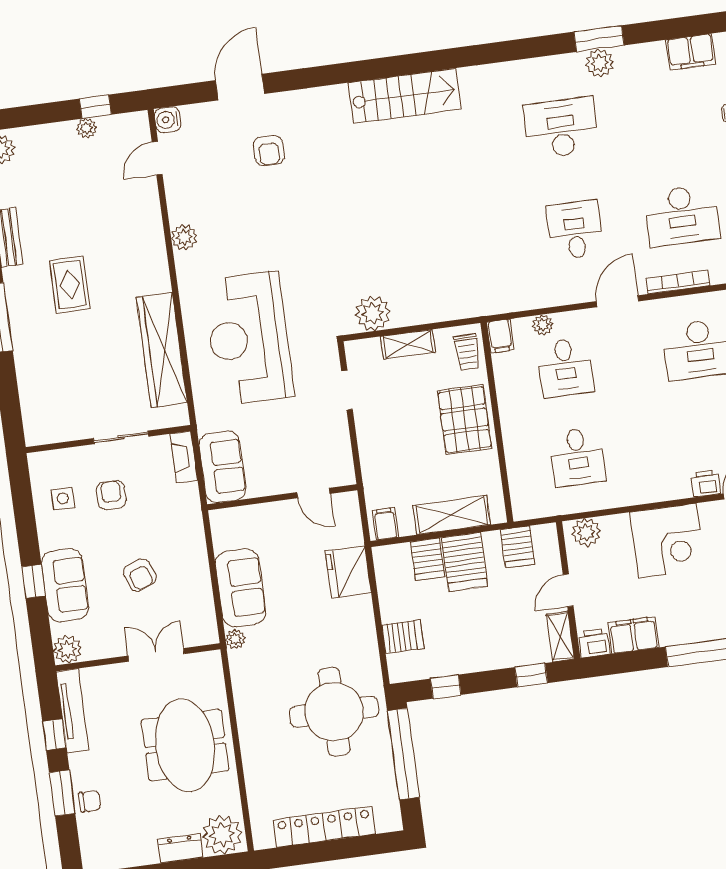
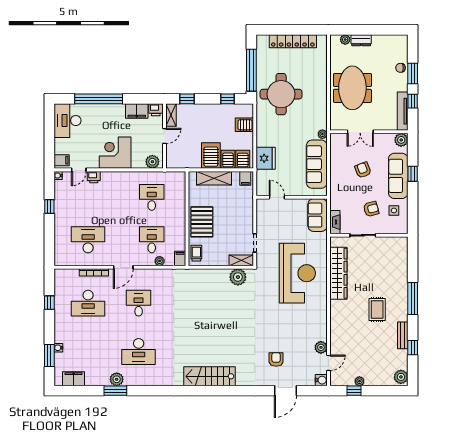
desk: (682, 216) -> (88, 303), turned 180
desk: (575, 230) -> (139, 303), turned 180
plant: (184, 237) -> (321, 347), moved
shelving: (408, 344) -> (241, 260), moved
armchair: (111, 495) -> (371, 209), turned -105
server rack: (518, 547) -> (243, 159), moved
sofa: (65, 585) -> (398, 176), width x1.36
sofa: (241, 588) -> (317, 164), width x1.36
plant: (222, 835) -> (345, 40), width x0.53, depth x0.53

